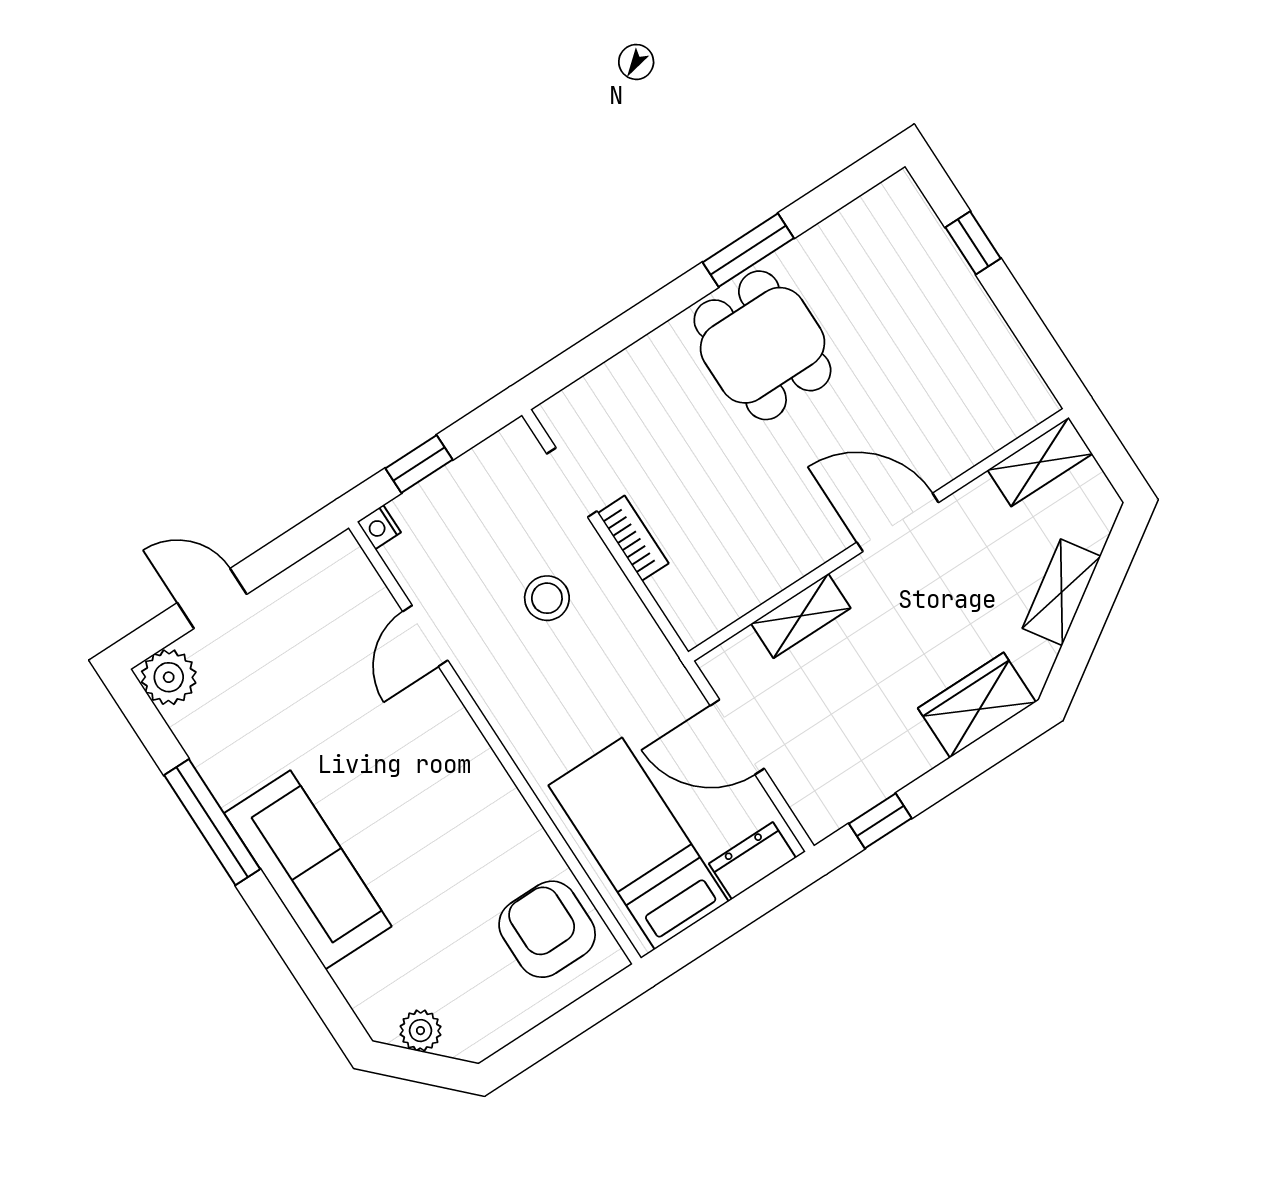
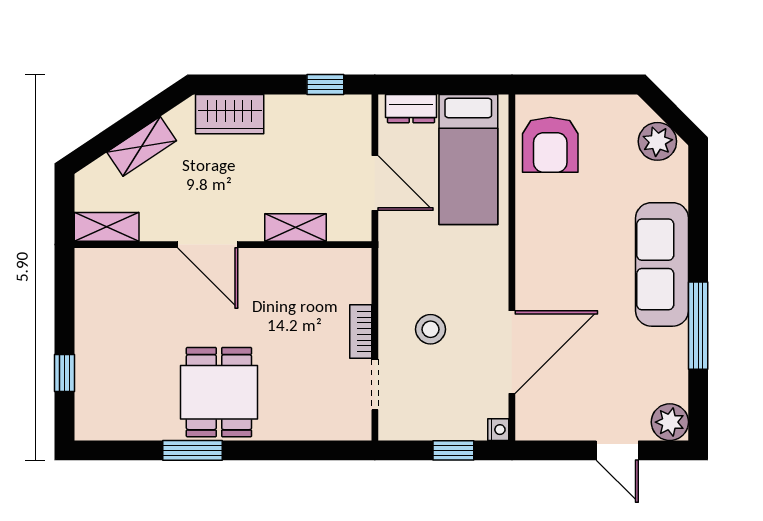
door: (425, 636) -> (512, 352), width x1.88
plant: (420, 1031) -> (657, 141), width x1.38, depth x1.38

